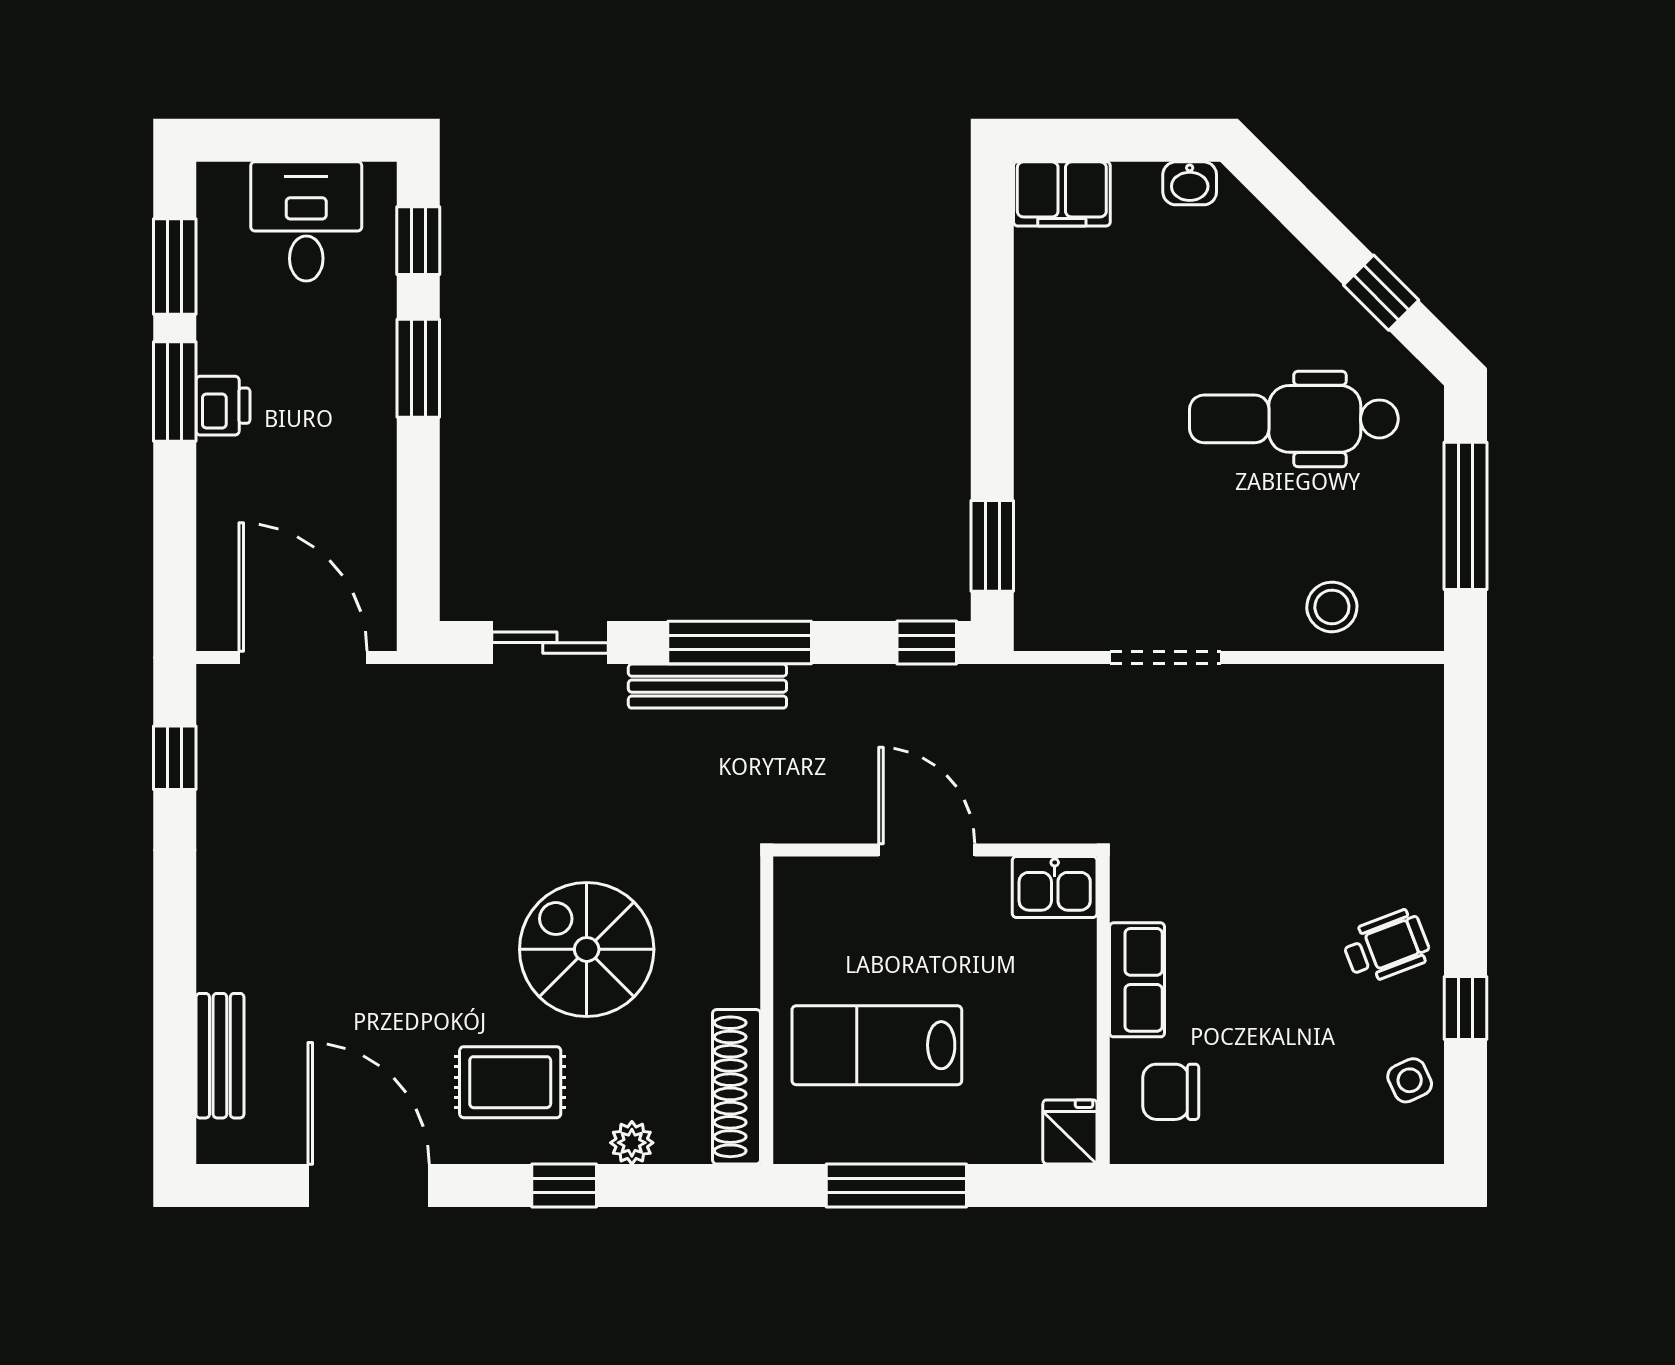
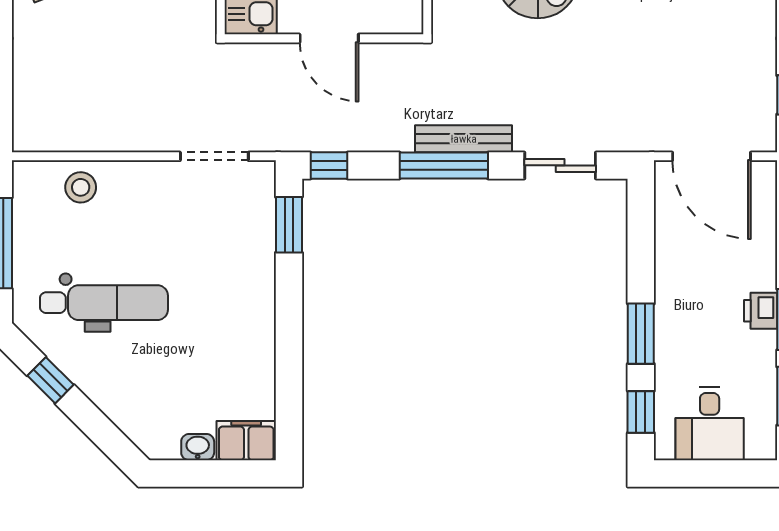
washbasin: (1190, 183) -> (198, 447), moved
doorway: (1165, 658) -> (214, 156), moved

